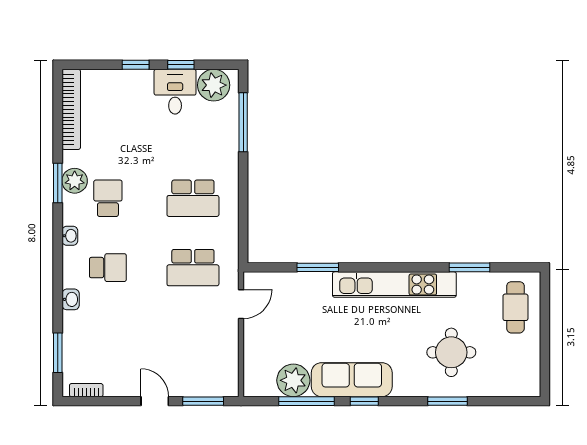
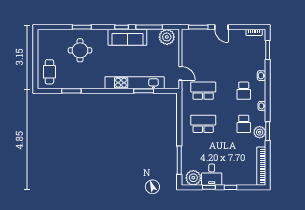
school desk: (108, 268) -> (244, 91), turned -90
kitchen unit: (394, 285) -> (135, 83), moved
door: (241, 304) -> (180, 73), swing flipped
plant: (293, 380) -> (167, 37), moved

